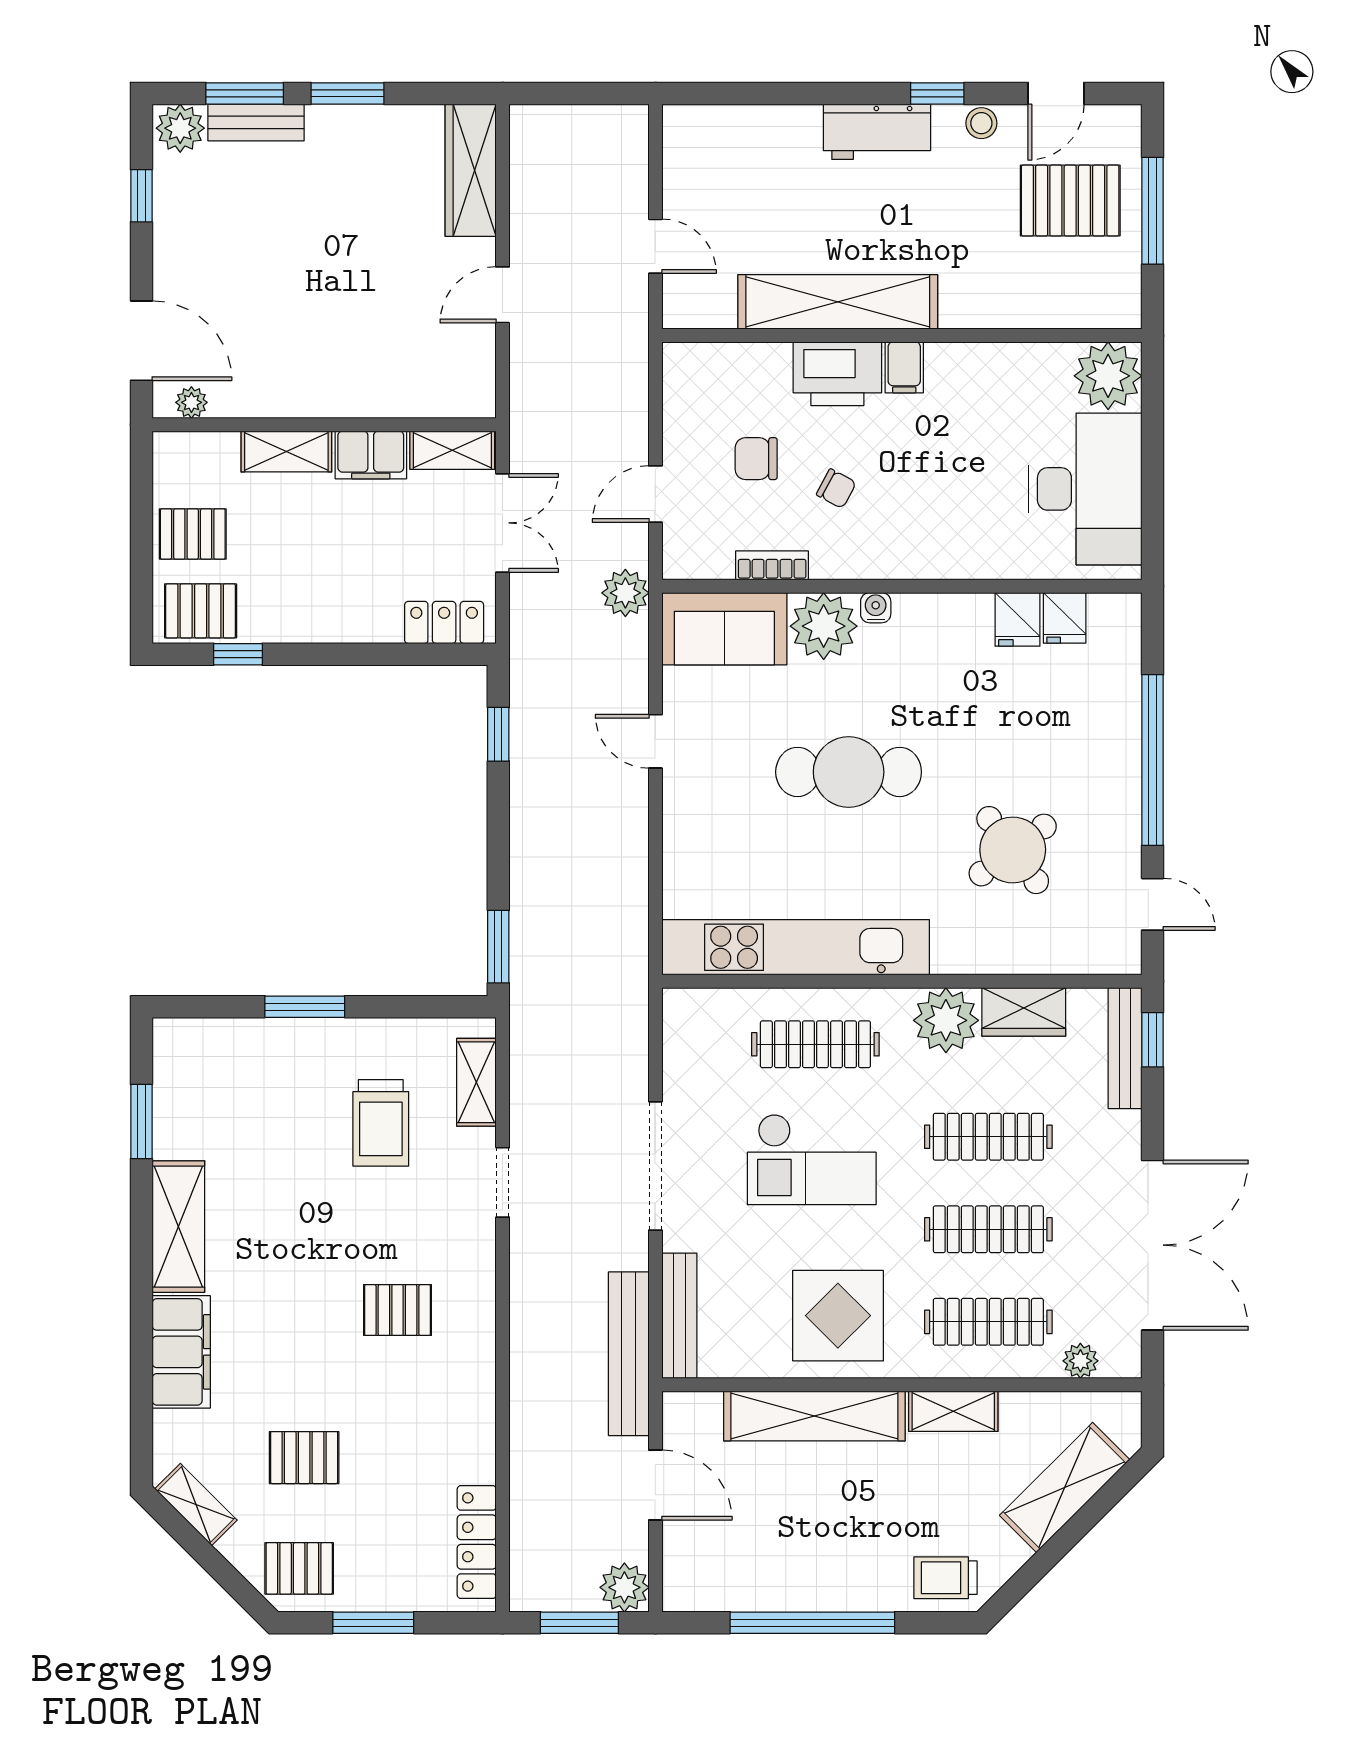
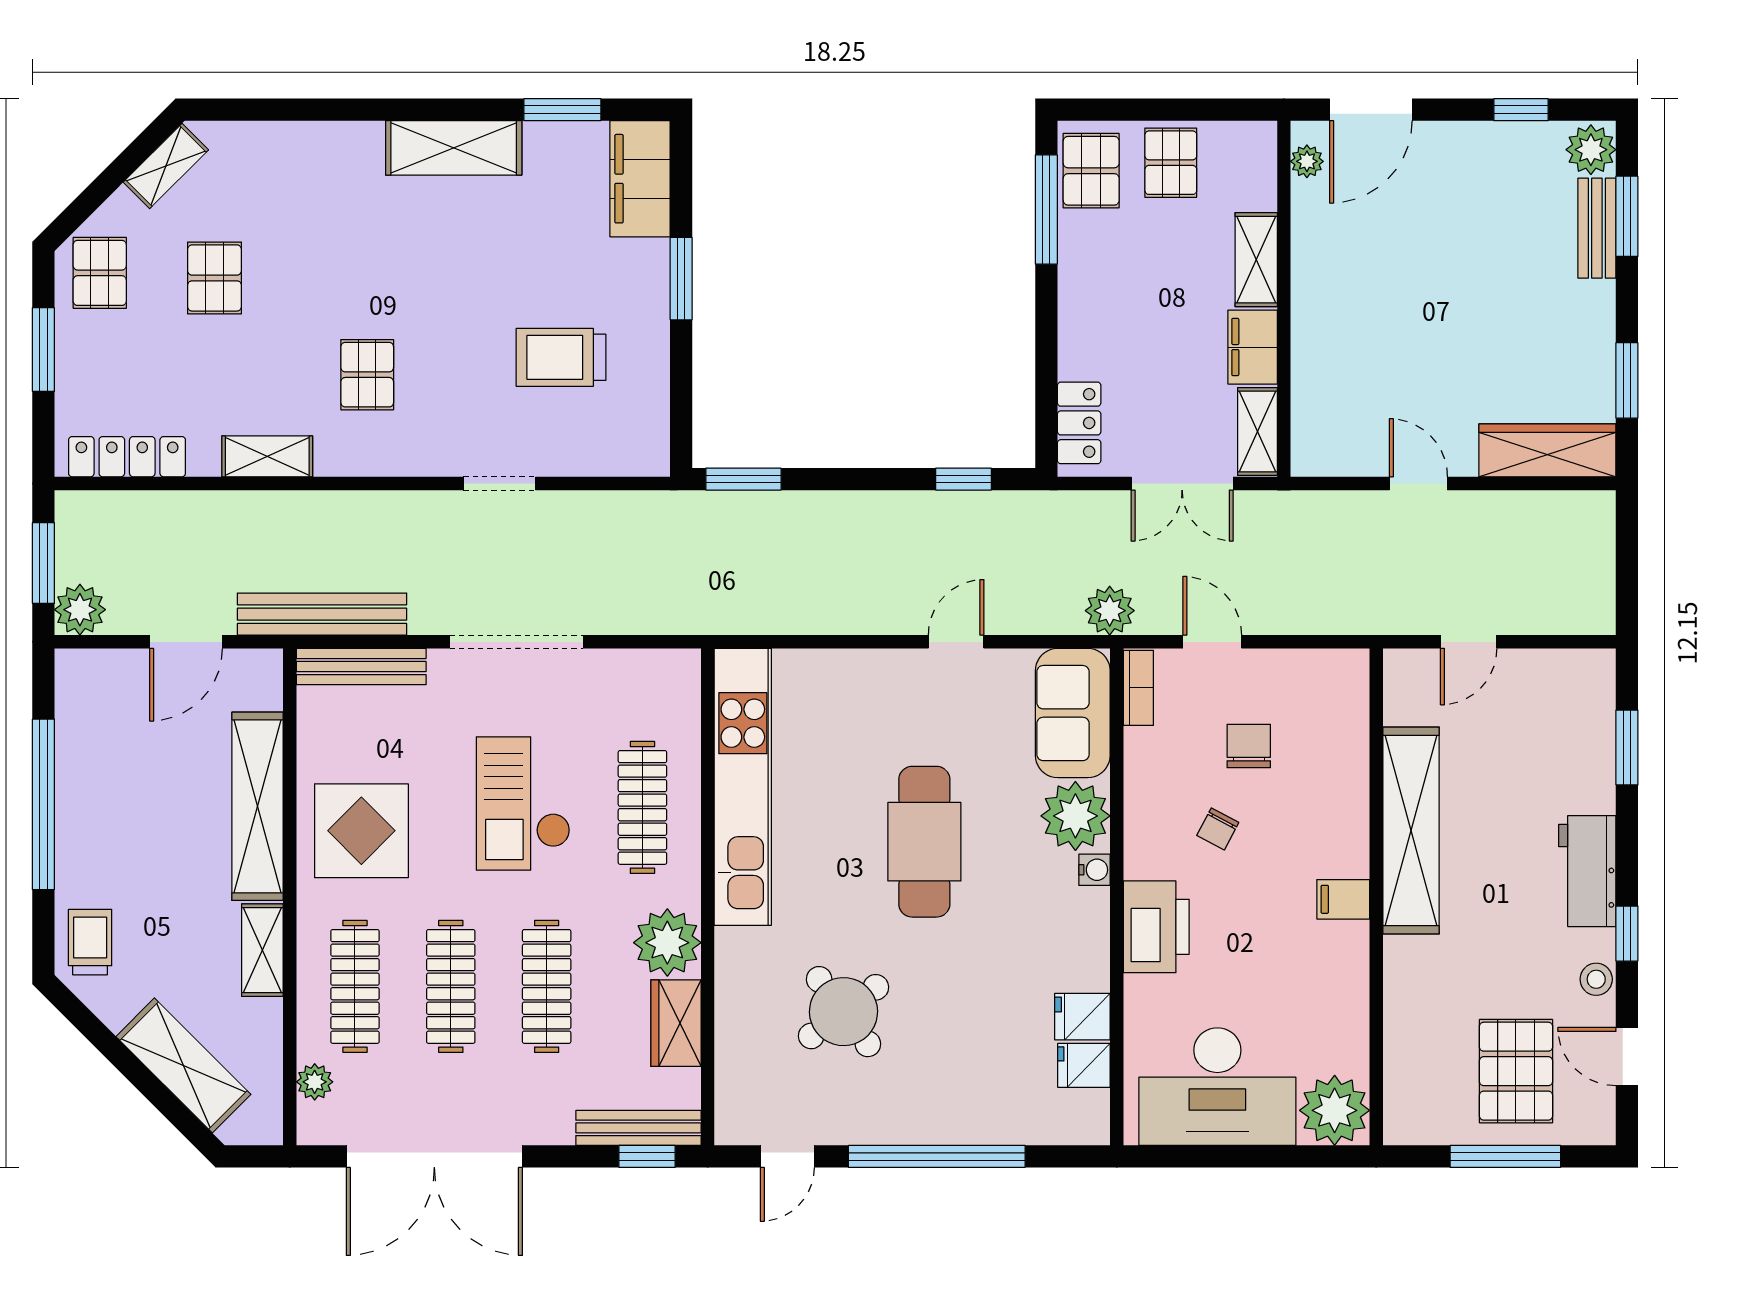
window: (347, 93) -> (1627, 380), moved
window: (758, 93) -> (1627, 748), added
printer: (837, 374) -> (1156, 927), moved, turned 180
bookcase: (772, 565) -> (1138, 688), moved
window: (238, 654) -> (1046, 209), width x2.17
shelving: (476, 1082) -> (267, 456), moved
filing cabinet: (181, 1352) -> (640, 179), moved, turned 90

